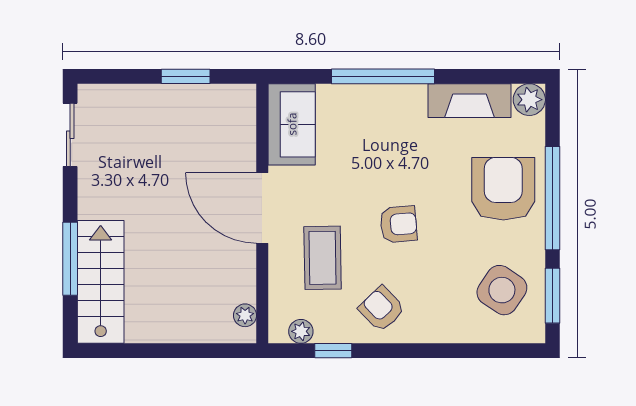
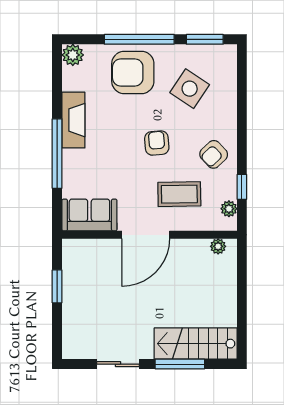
fireplace: (470, 101) -> (73, 120), moved
sliding door: (70, 135) -> (118, 364), moved
side table: (502, 290) -> (190, 89), moved

